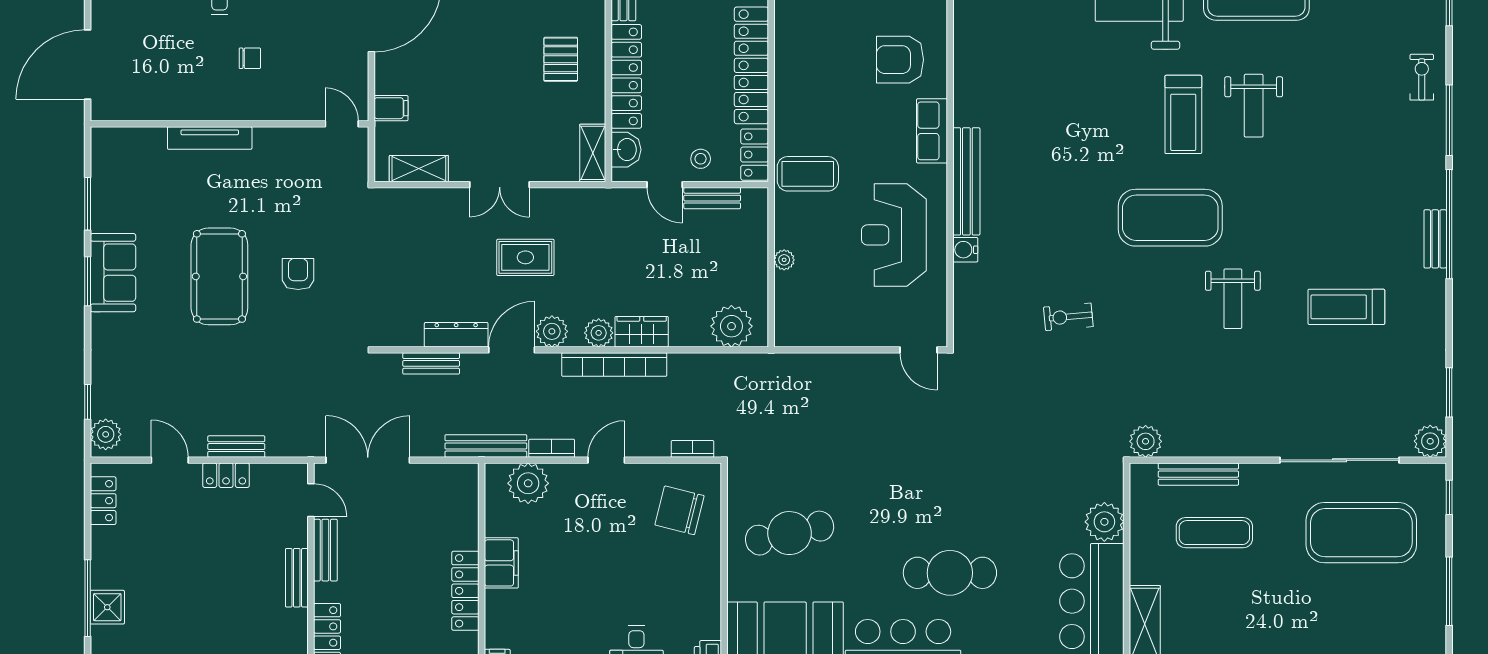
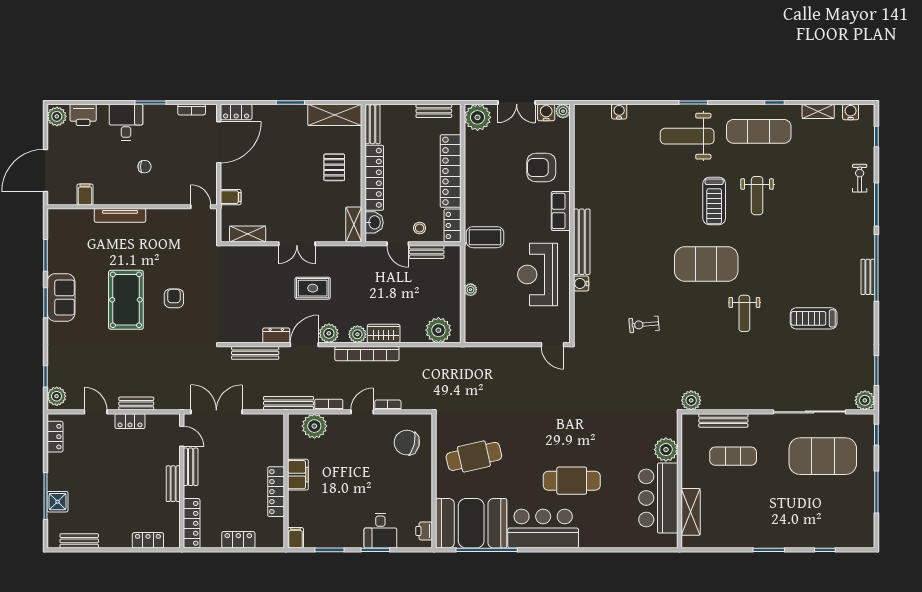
filing cabinet: (152, 104) -> (85, 194), added
dresser: (456, 335) -> (276, 335), width x0.70
bench: (431, 363) -> (255, 353), width x1.36
bookcase: (692, 449) -> (388, 405), moved

